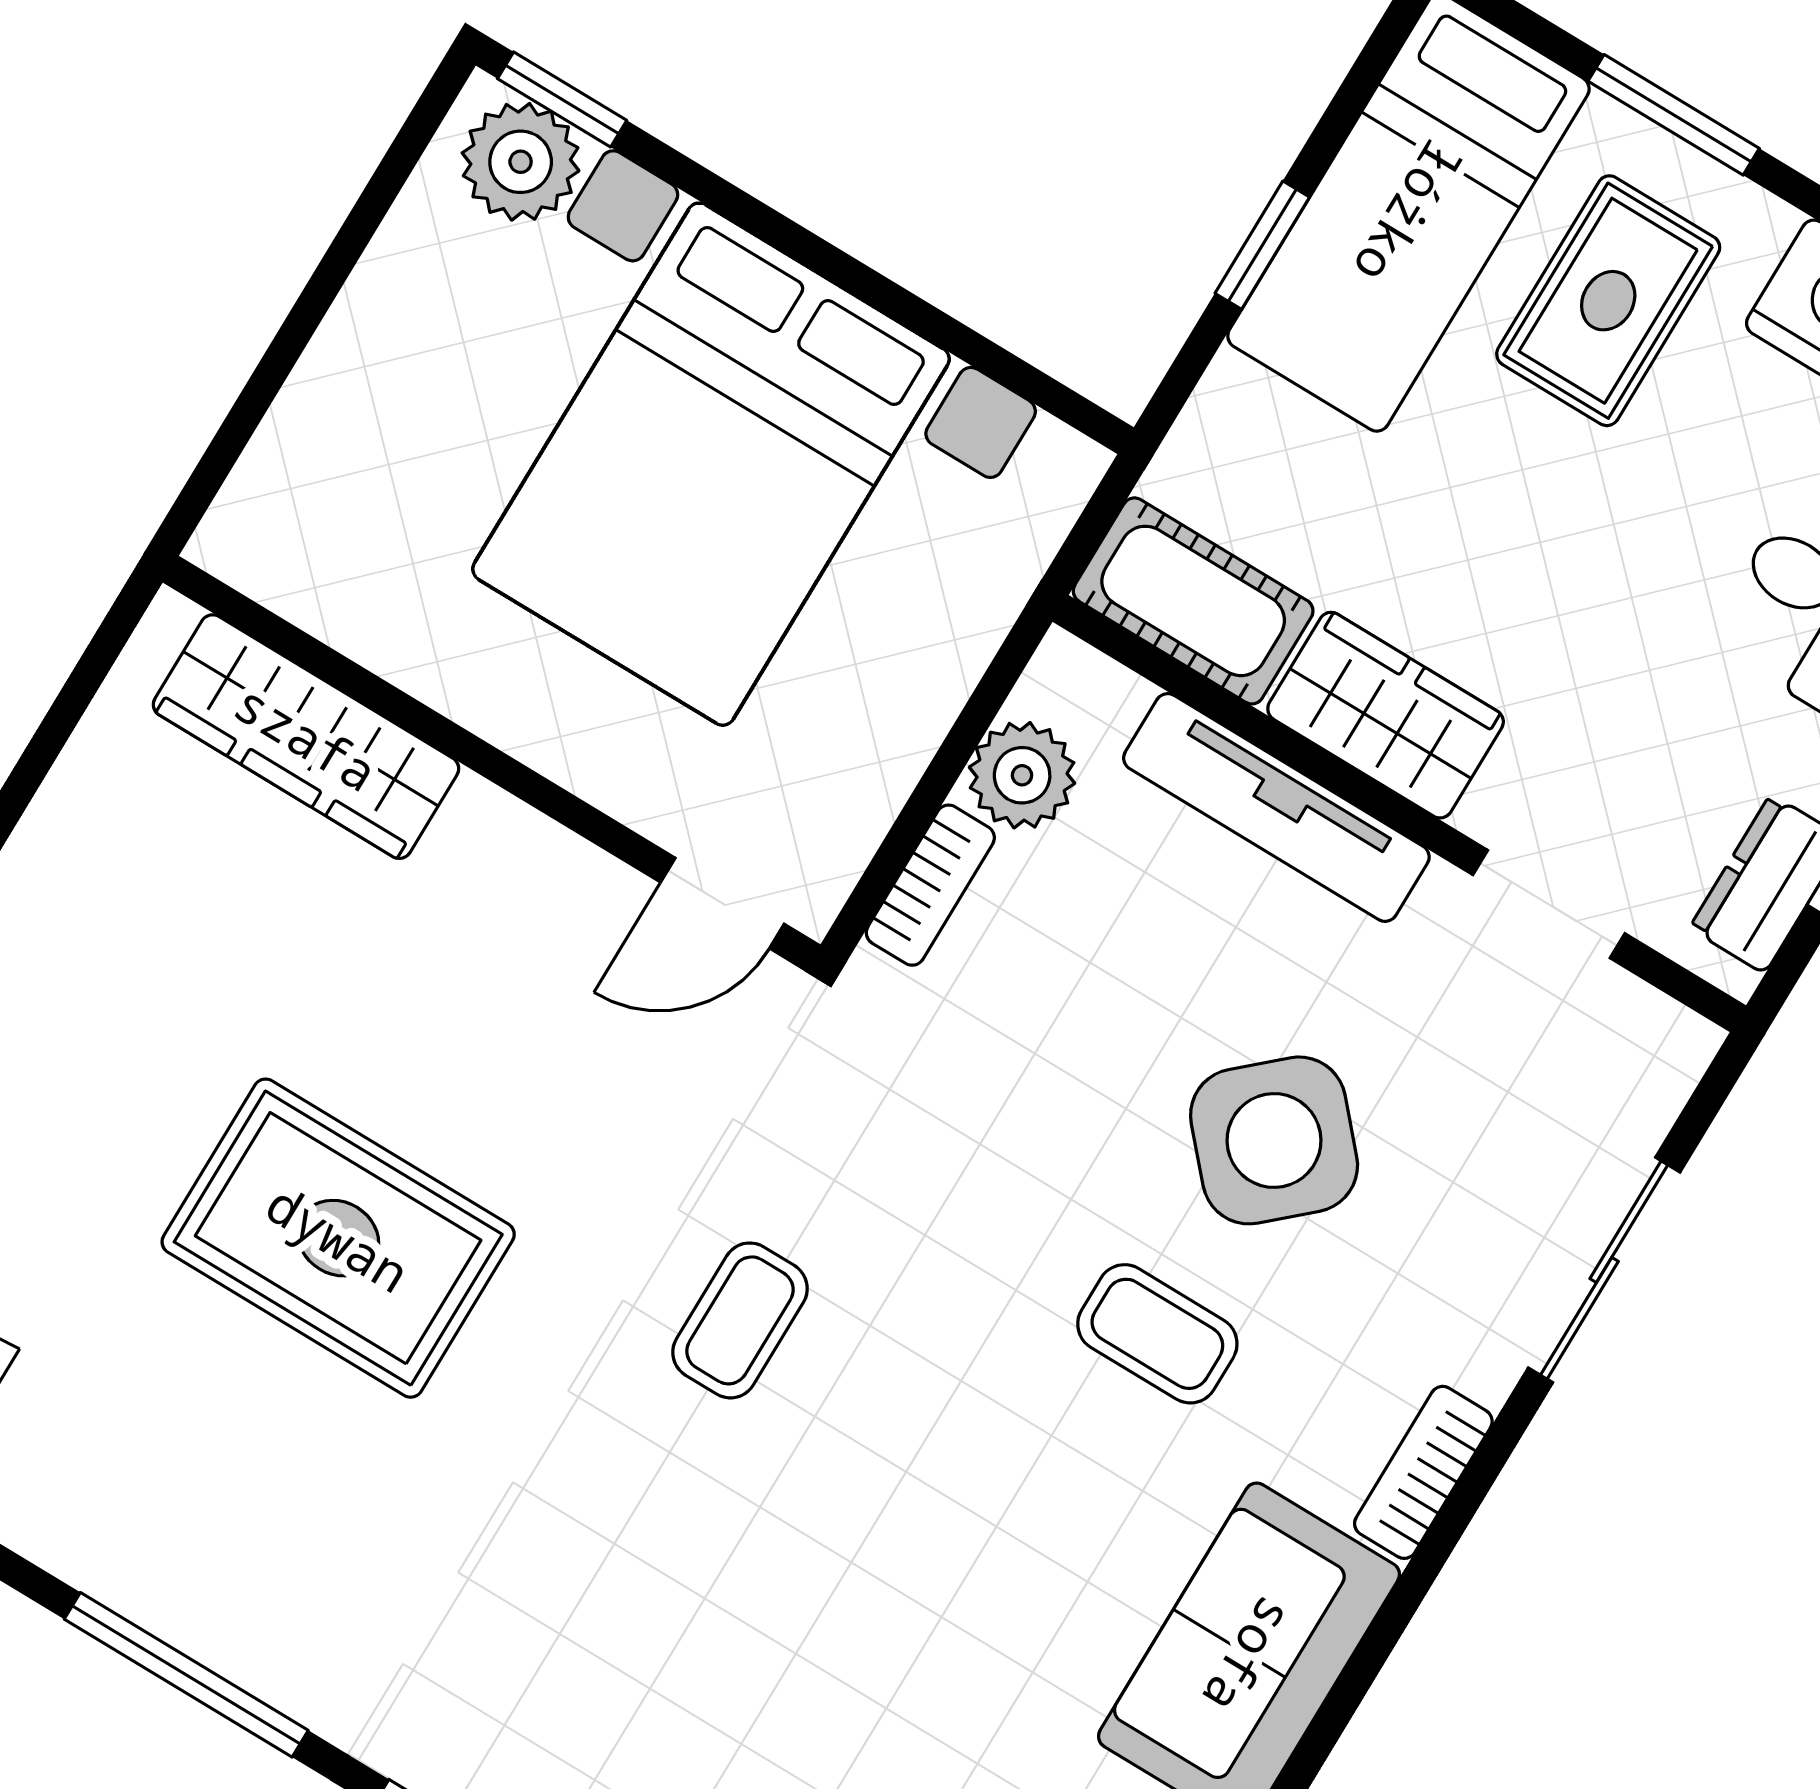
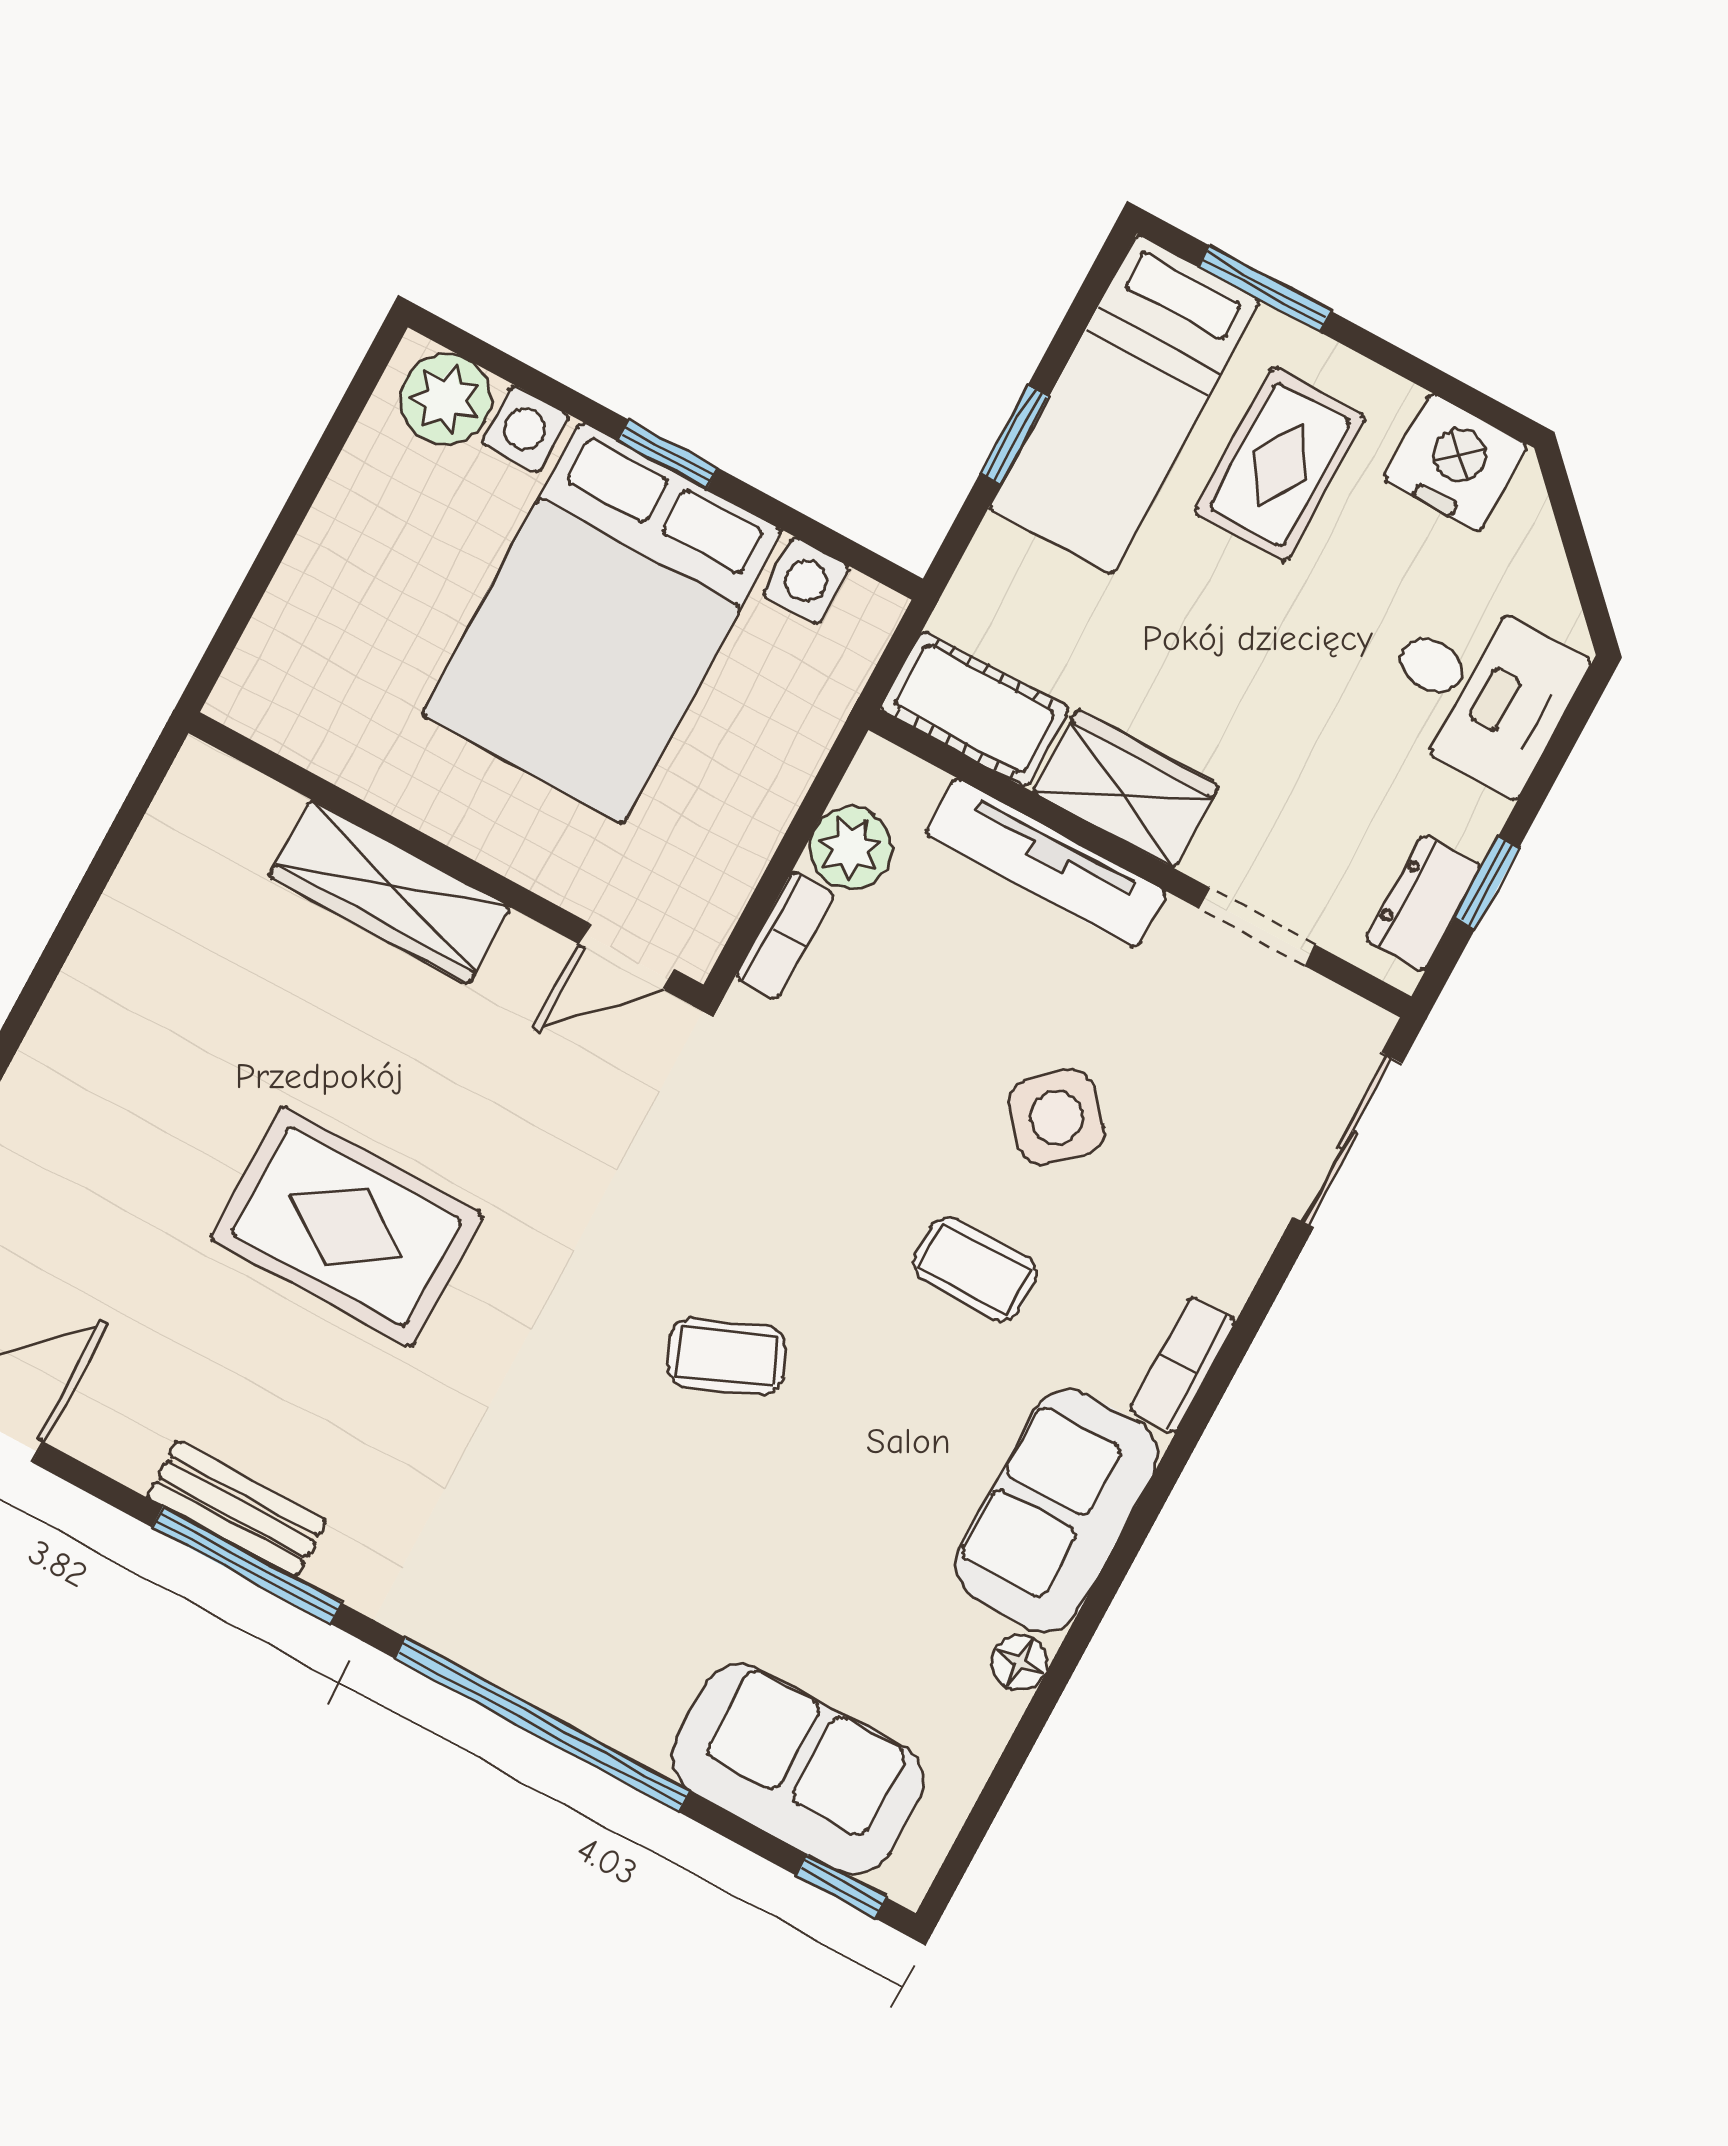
window: (562, 99) -> (668, 454), moved
window: (1674, 115) -> (1265, 289), moved
wardrobe: (306, 737) -> (390, 892), moved
side table: (1274, 1140) -> (1057, 1117), width x0.73, depth x0.73
sliding door: (1604, 1270) -> (1347, 1140), moved
coffee table: (740, 1320) -> (727, 1357), moved, turned 67
bench: (176, 1601) -> (237, 1509), added

